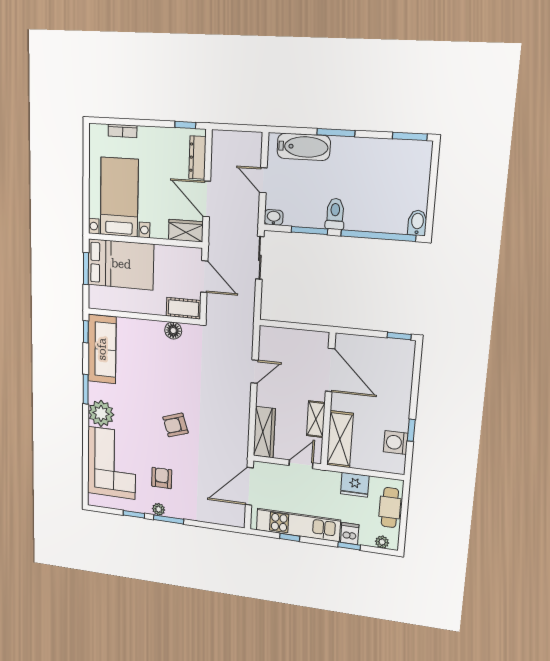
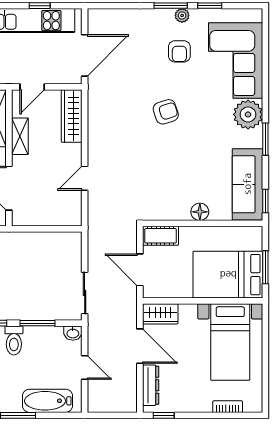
floor lamp: (173, 331) -> (200, 212), moved

